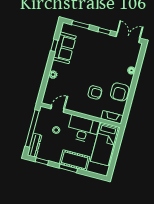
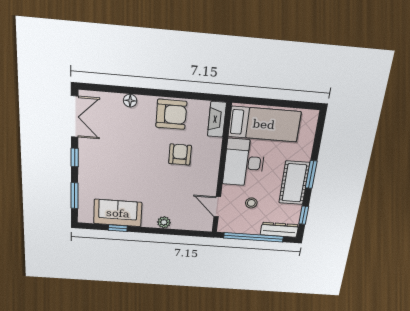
double door: (128, 37) -> (75, 117), swing flipped
cot: (75, 160) -> (294, 183), moved

